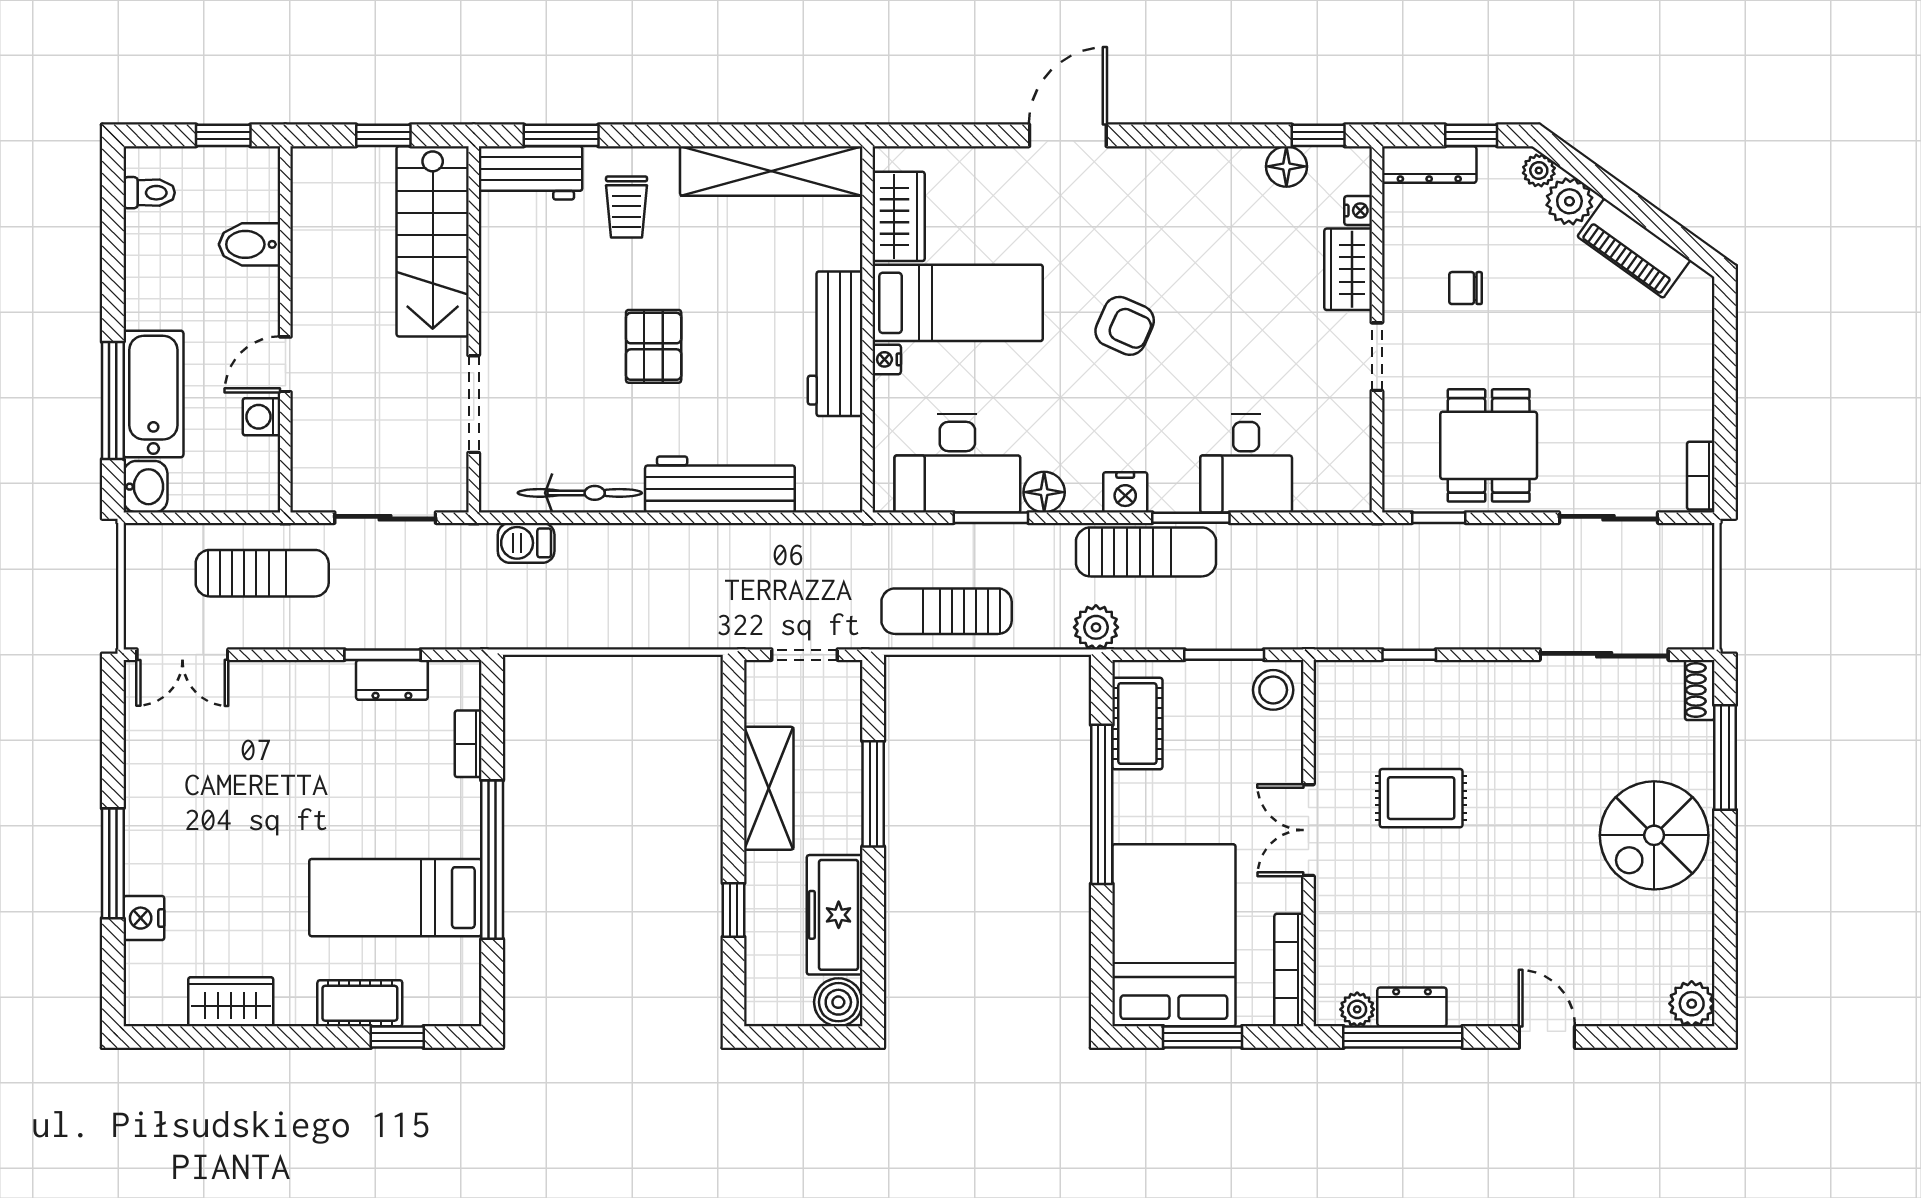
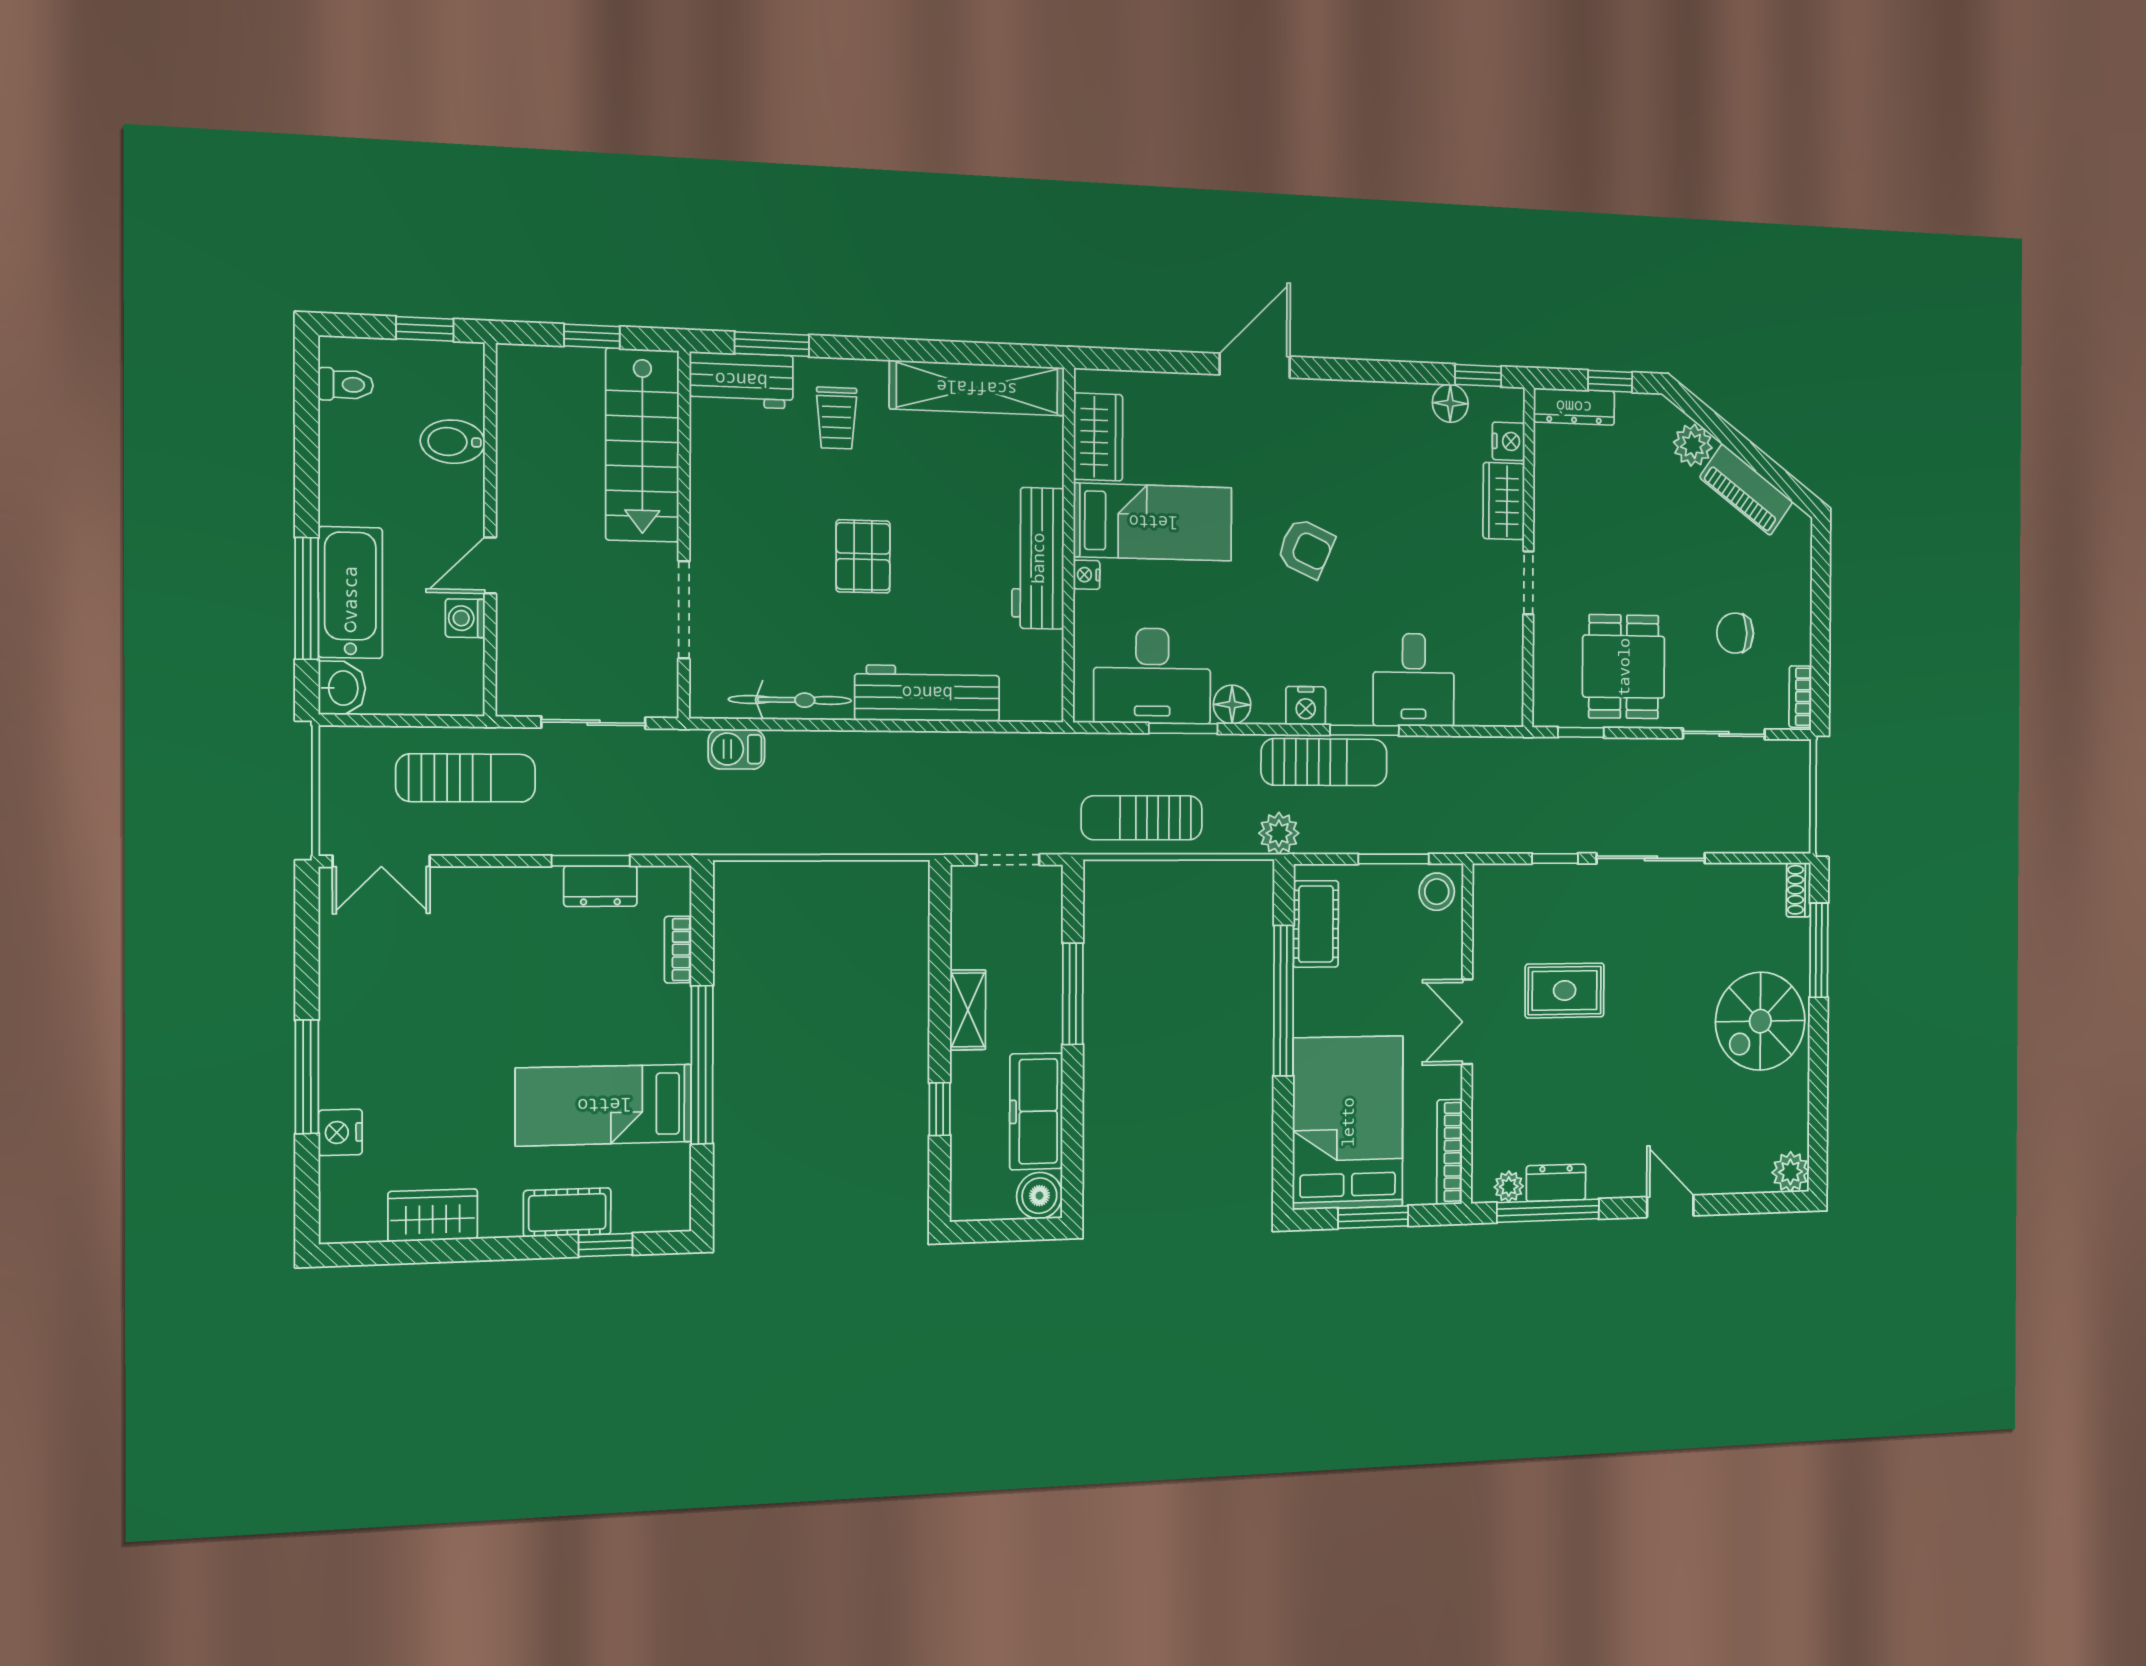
plant: (1539, 170) -> (1667, 416), removed
nightstand: (1358, 211) -> (1508, 441), width x1.39, depth x1.35
chair: (1466, 288) -> (1735, 633), moved, width x1.37, depth x1.37
sliding door: (1604, 655) -> (1651, 858), moved
shelving: (769, 788) -> (968, 1010), width x0.67, depth x0.75

